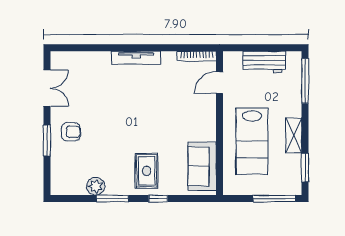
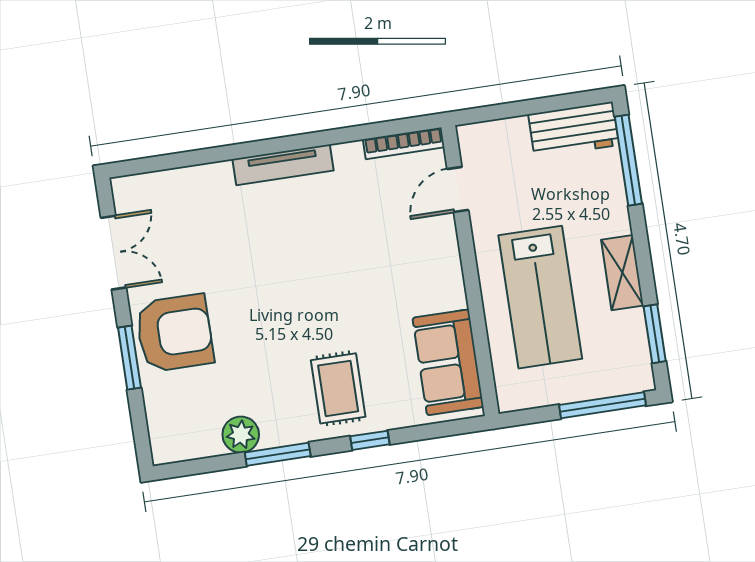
workbench: (264, 62) -> (574, 130), moved
armchair: (71, 132) -> (175, 333), width x1.88, depth x1.88

